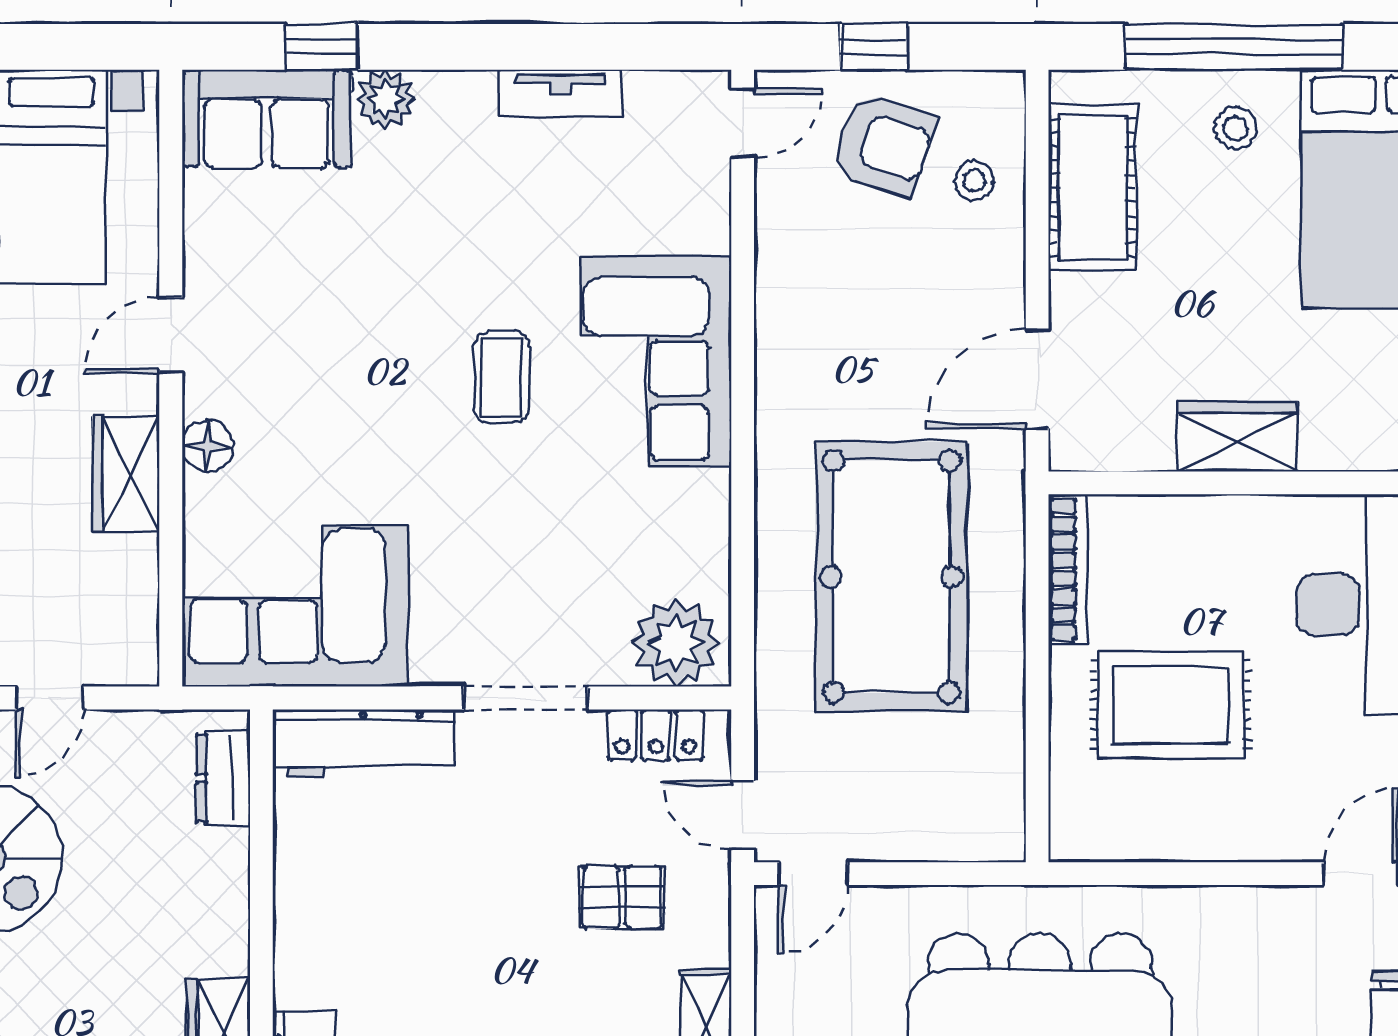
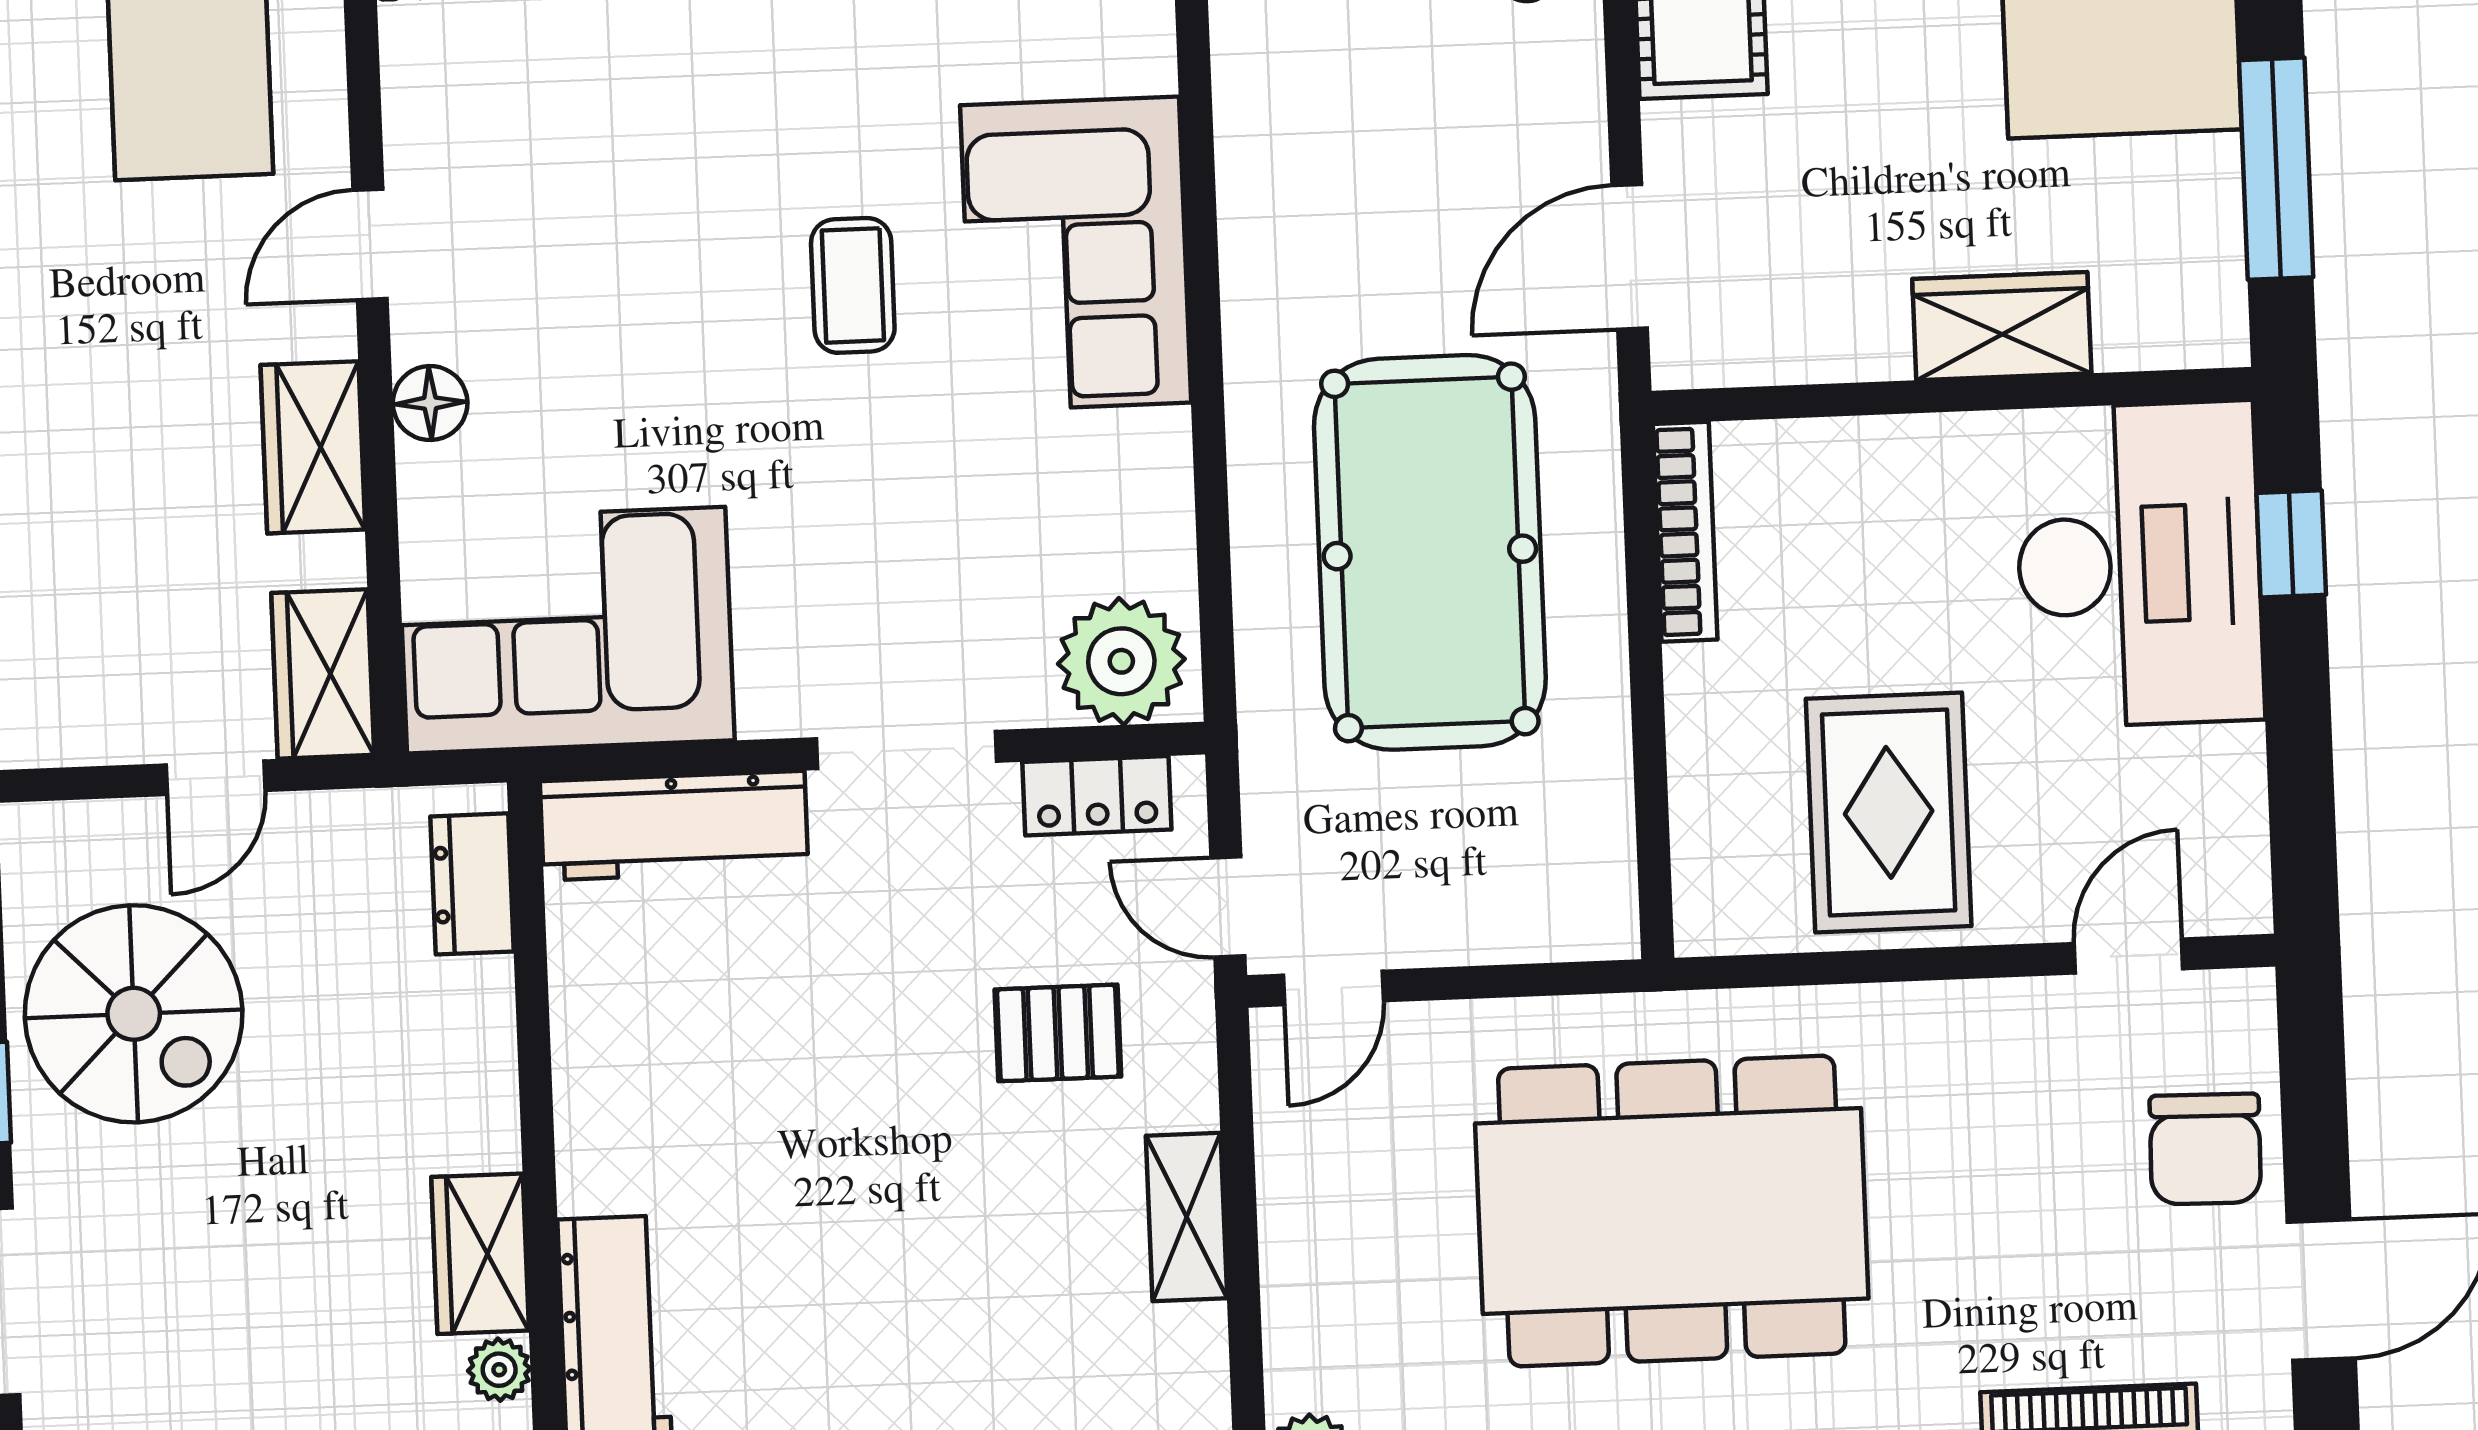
wardrobe: (1237, 437) -> (2002, 326), moved
wardrobe: (126, 630) -> (323, 674), added
rug: (1171, 705) -> (1889, 812), moved, turned 90

